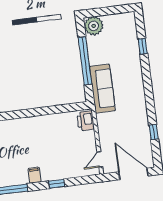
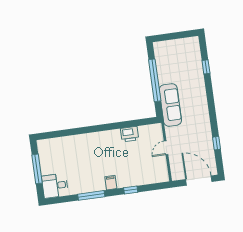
plant: (94, 26) -> (162, 49), removed
printer: (86, 121) -> (130, 134), moved, turned -90
door: (100, 159) -> (166, 148), moved

